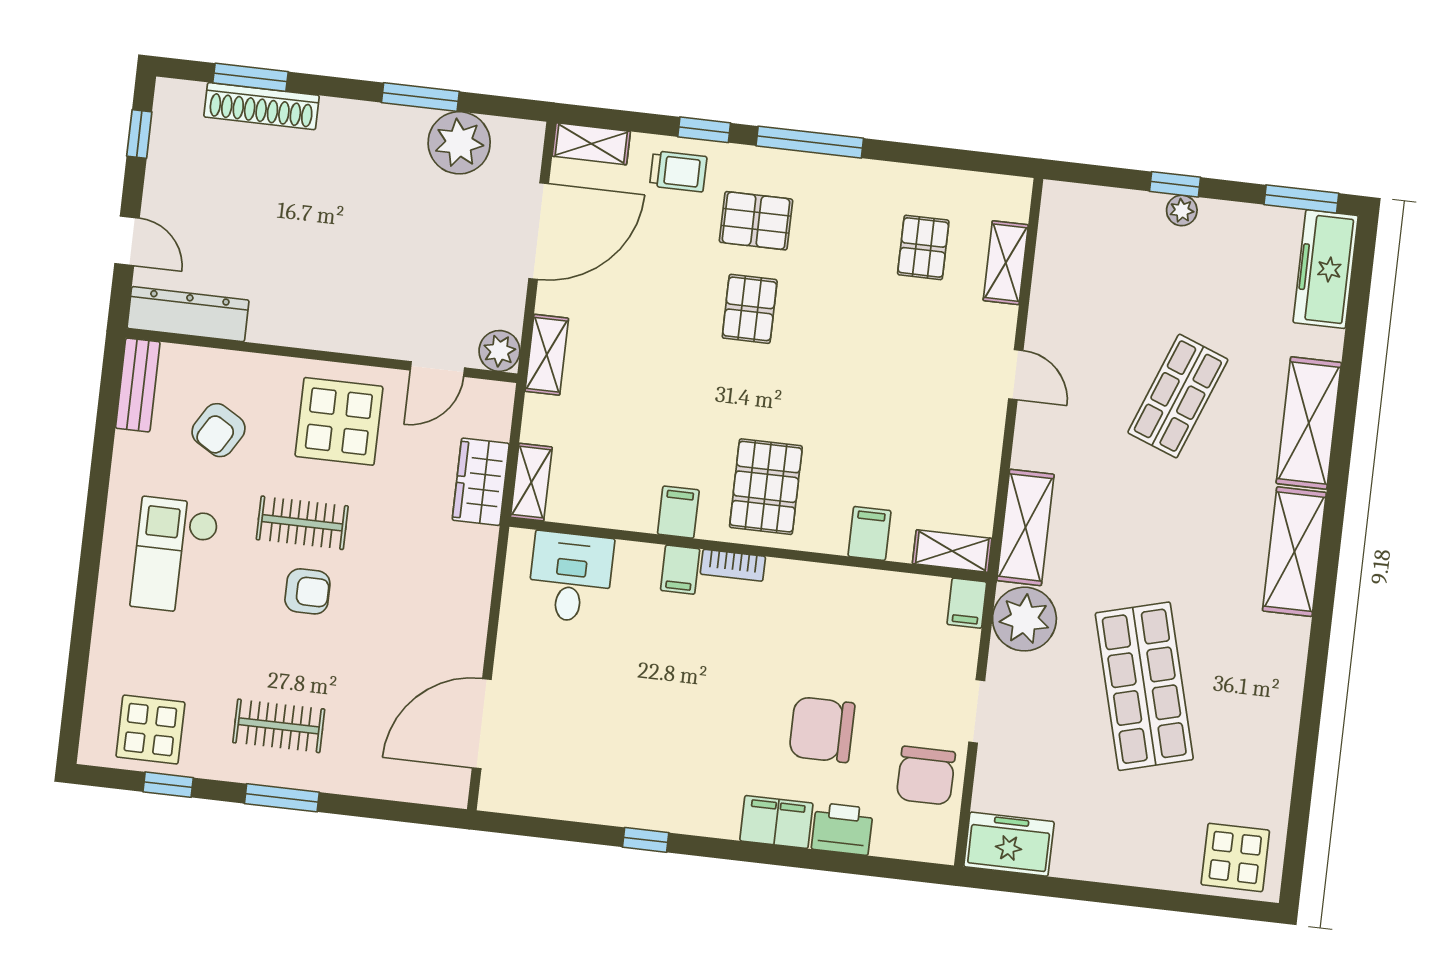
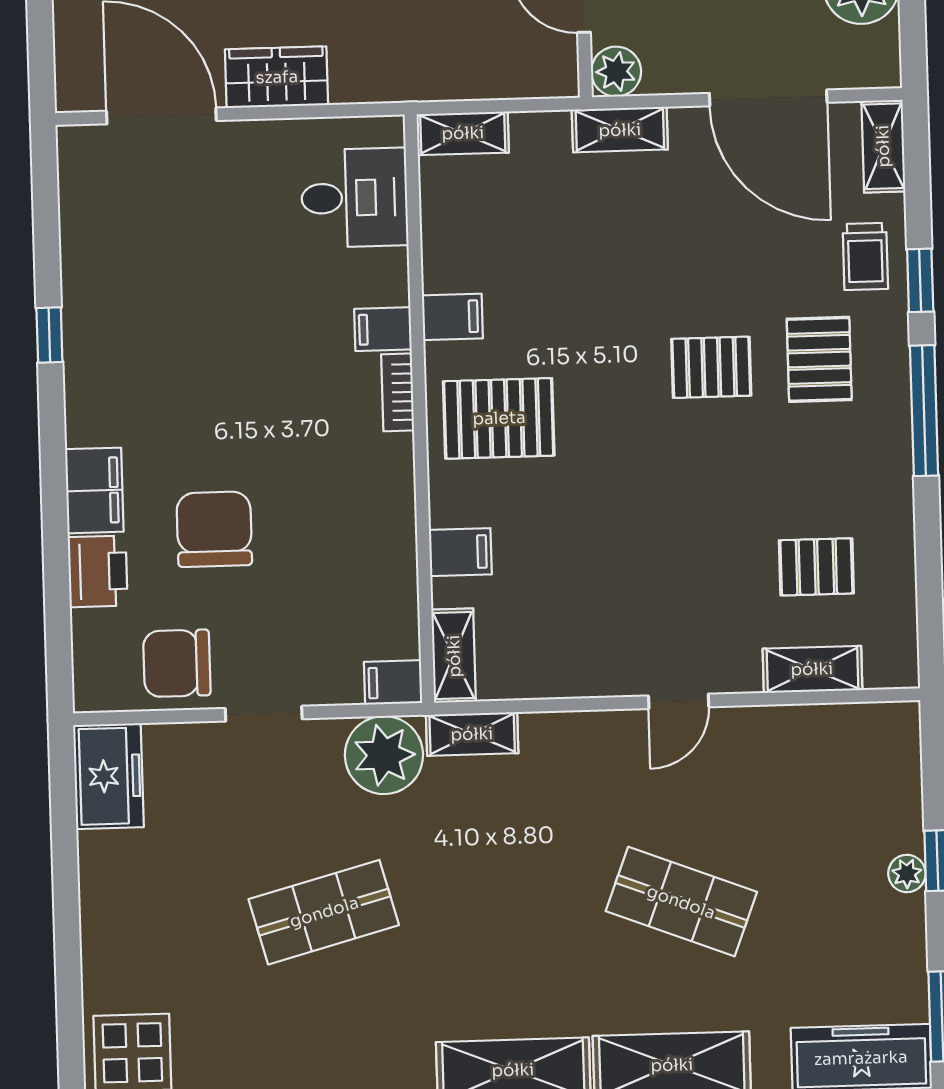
wardrobe: (481, 482) -> (277, 77), moved
shelving: (1025, 527) -> (472, 734), width x0.67, depth x0.75
shop shelf: (1144, 686) -> (324, 912), width x0.70, depth x0.74

